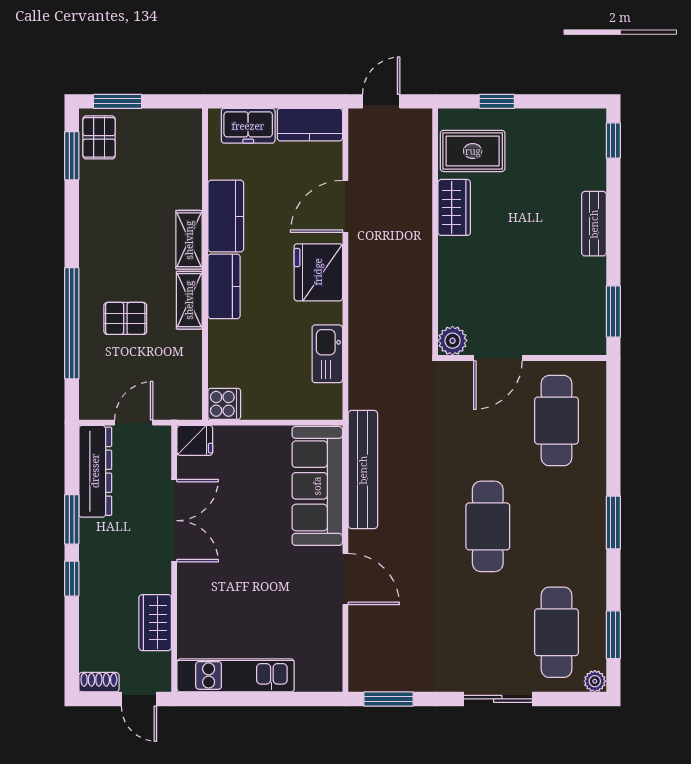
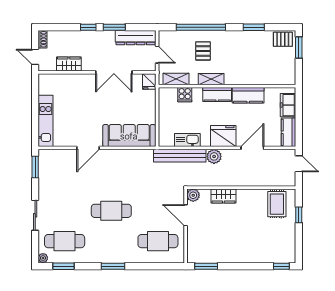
window: (72, 156) -> (254, 27), moved
door: (345, 206) -> (252, 148), hinge flipped
wardrobe: (454, 207) -> (223, 196), moved
bench: (594, 224) -> (245, 258), removed
shelving: (189, 240) -> (176, 79), moved
plant: (365, 293) -> (214, 156), added
cooker: (224, 404) -> (185, 95), moved
bench: (363, 470) -> (180, 156), moved
kitchen unit: (236, 675) -> (46, 121), moved
door: (139, 699) -> (35, 57), hinge flipped

